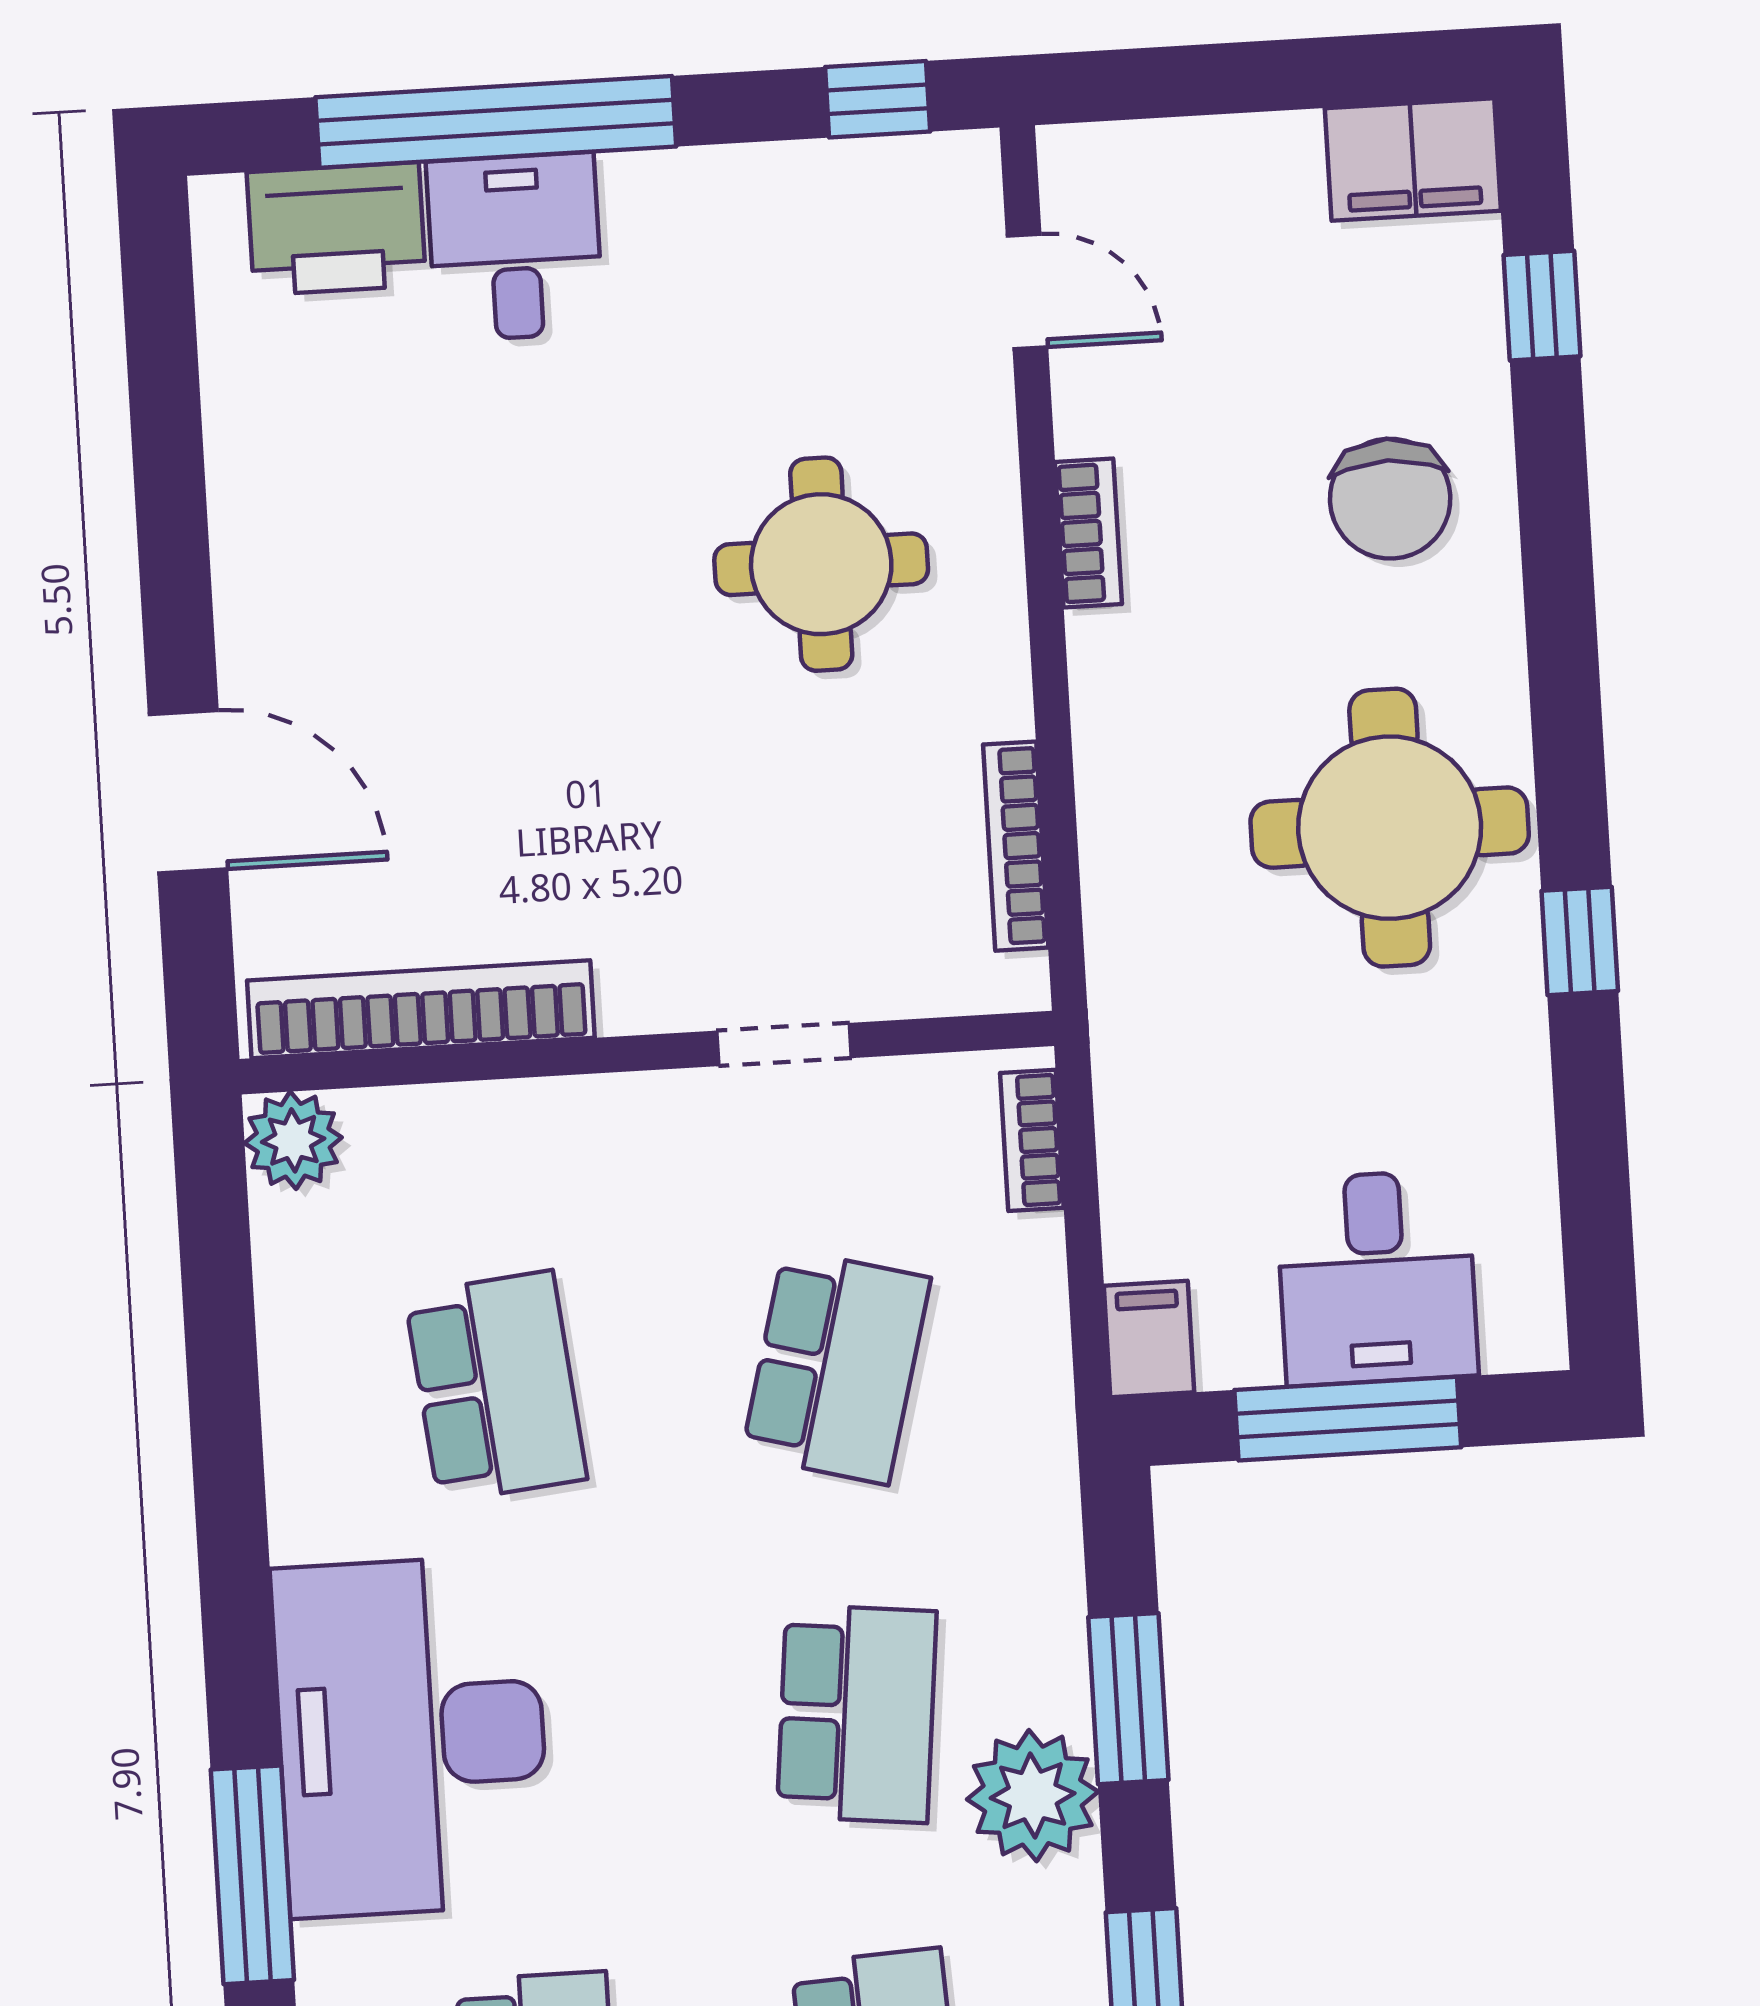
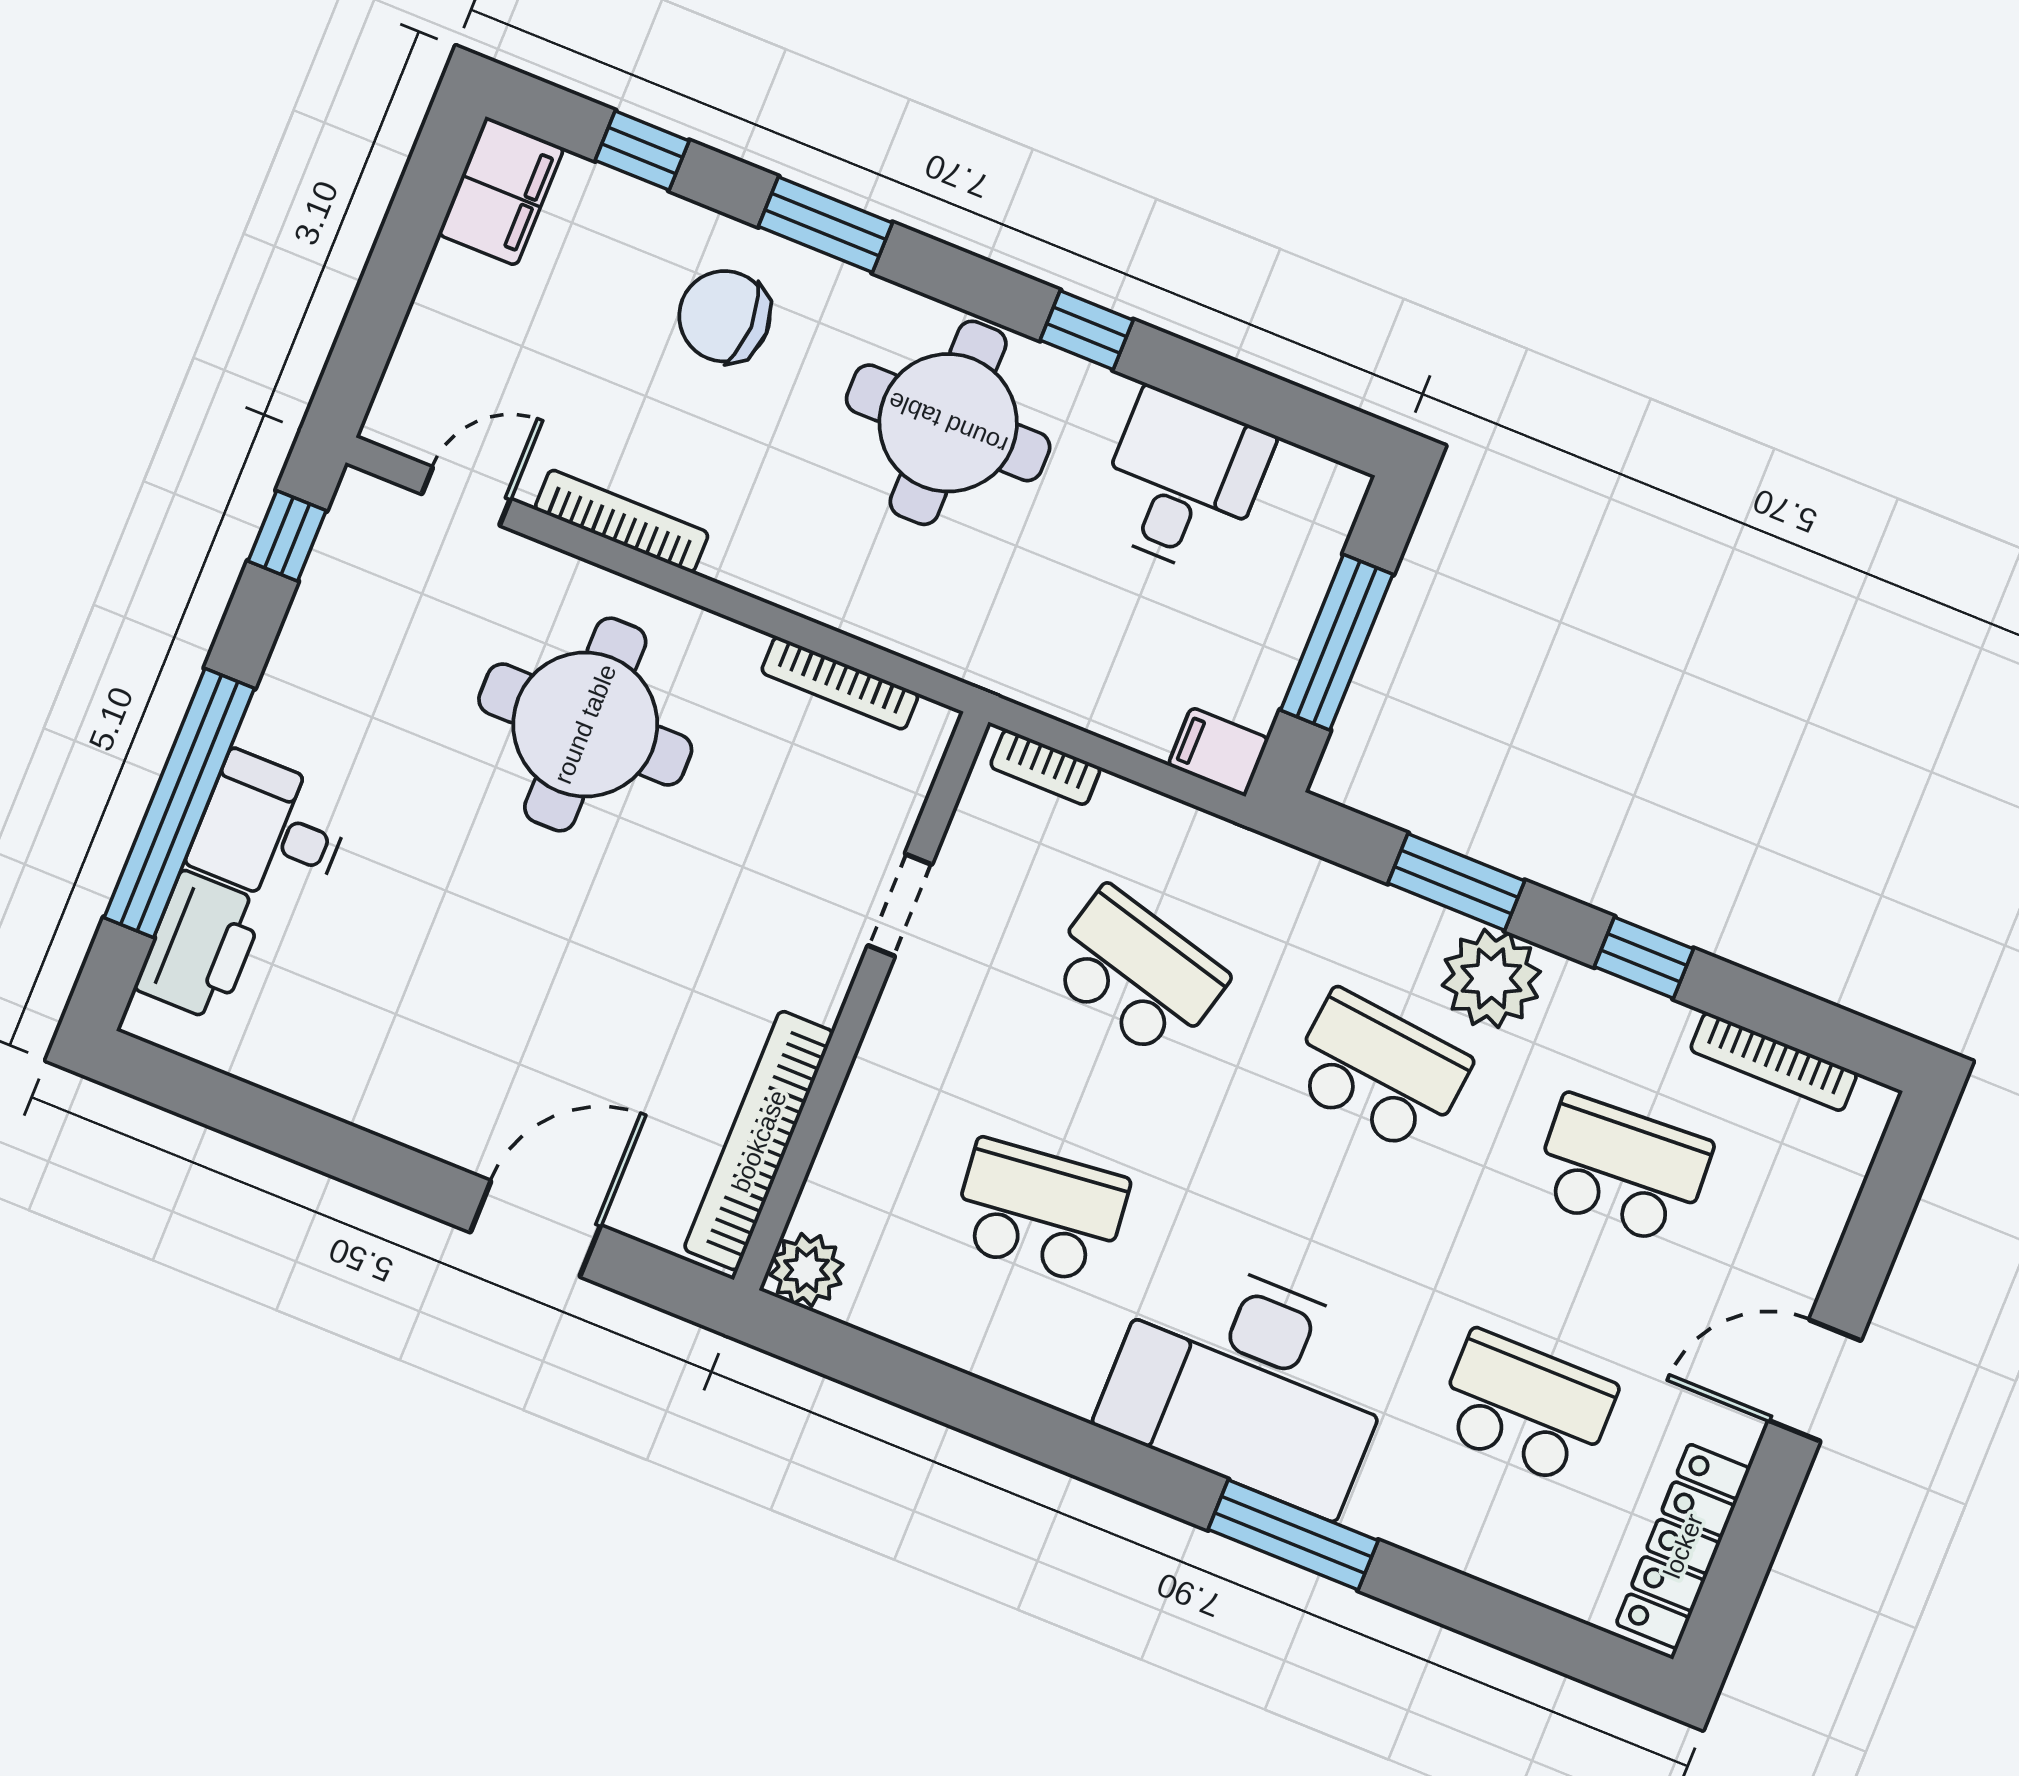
chair: (1390, 499) -> (724, 316), turned 180
bookcase: (1088, 533) -> (622, 521), width x1.56
round table: (821, 564) -> (585, 724), width x1.36, depth x1.36
window: (1558, 568) -> (825, 225), added
desk: (1377, 1278) -> (1183, 482), moved, turned -90

